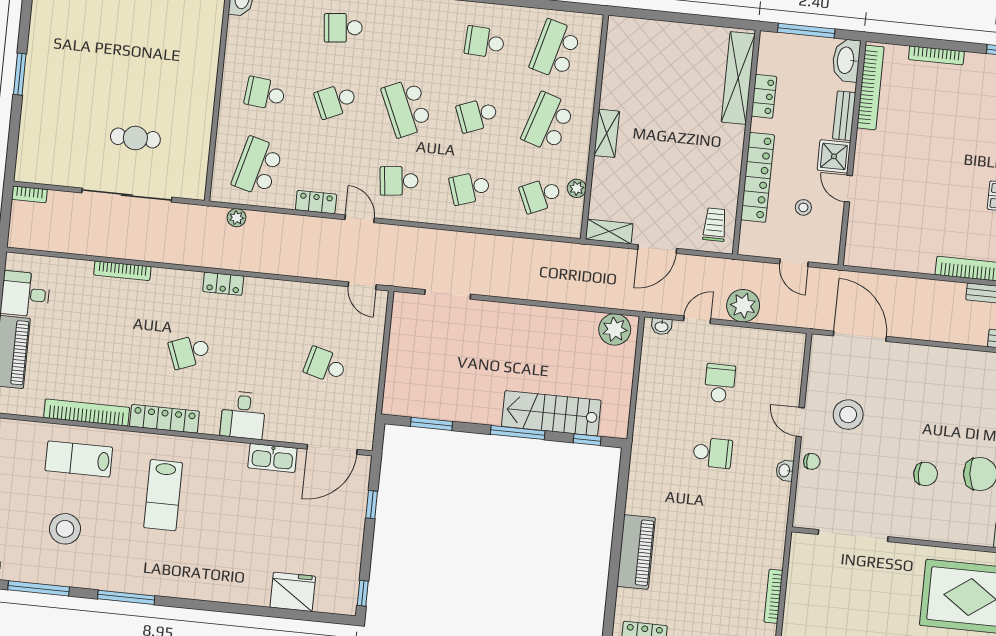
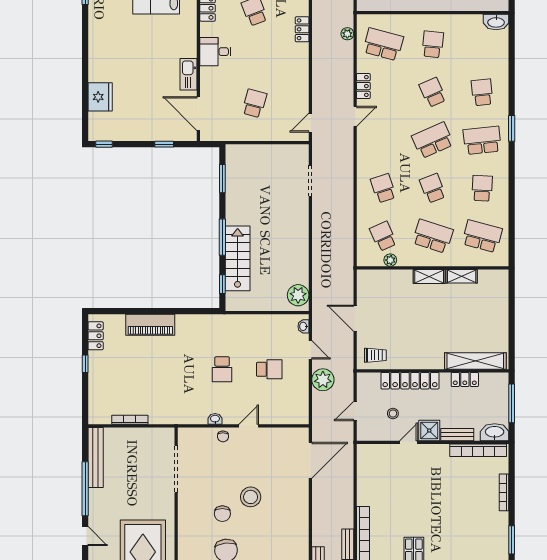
school desk: (399, 181) -> (482, 140), moved, width x1.85
shelving: (609, 231) -> (462, 276), moved, turned 90
stool: (848, 415) -> (251, 497), moved

